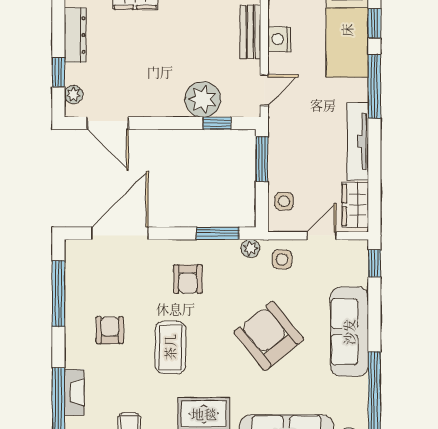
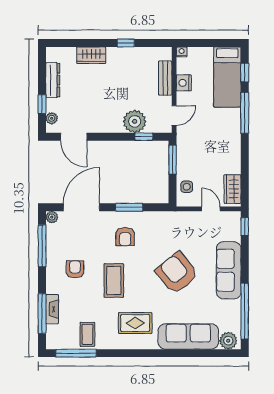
tv unit: (358, 141) -> (234, 148), removed
window: (218, 233) -> (129, 207), moved
door: (322, 236) -> (211, 209), hinge flipped
plant: (250, 249) -> (52, 217), moved
side table: (282, 259) -> (185, 224), removed

